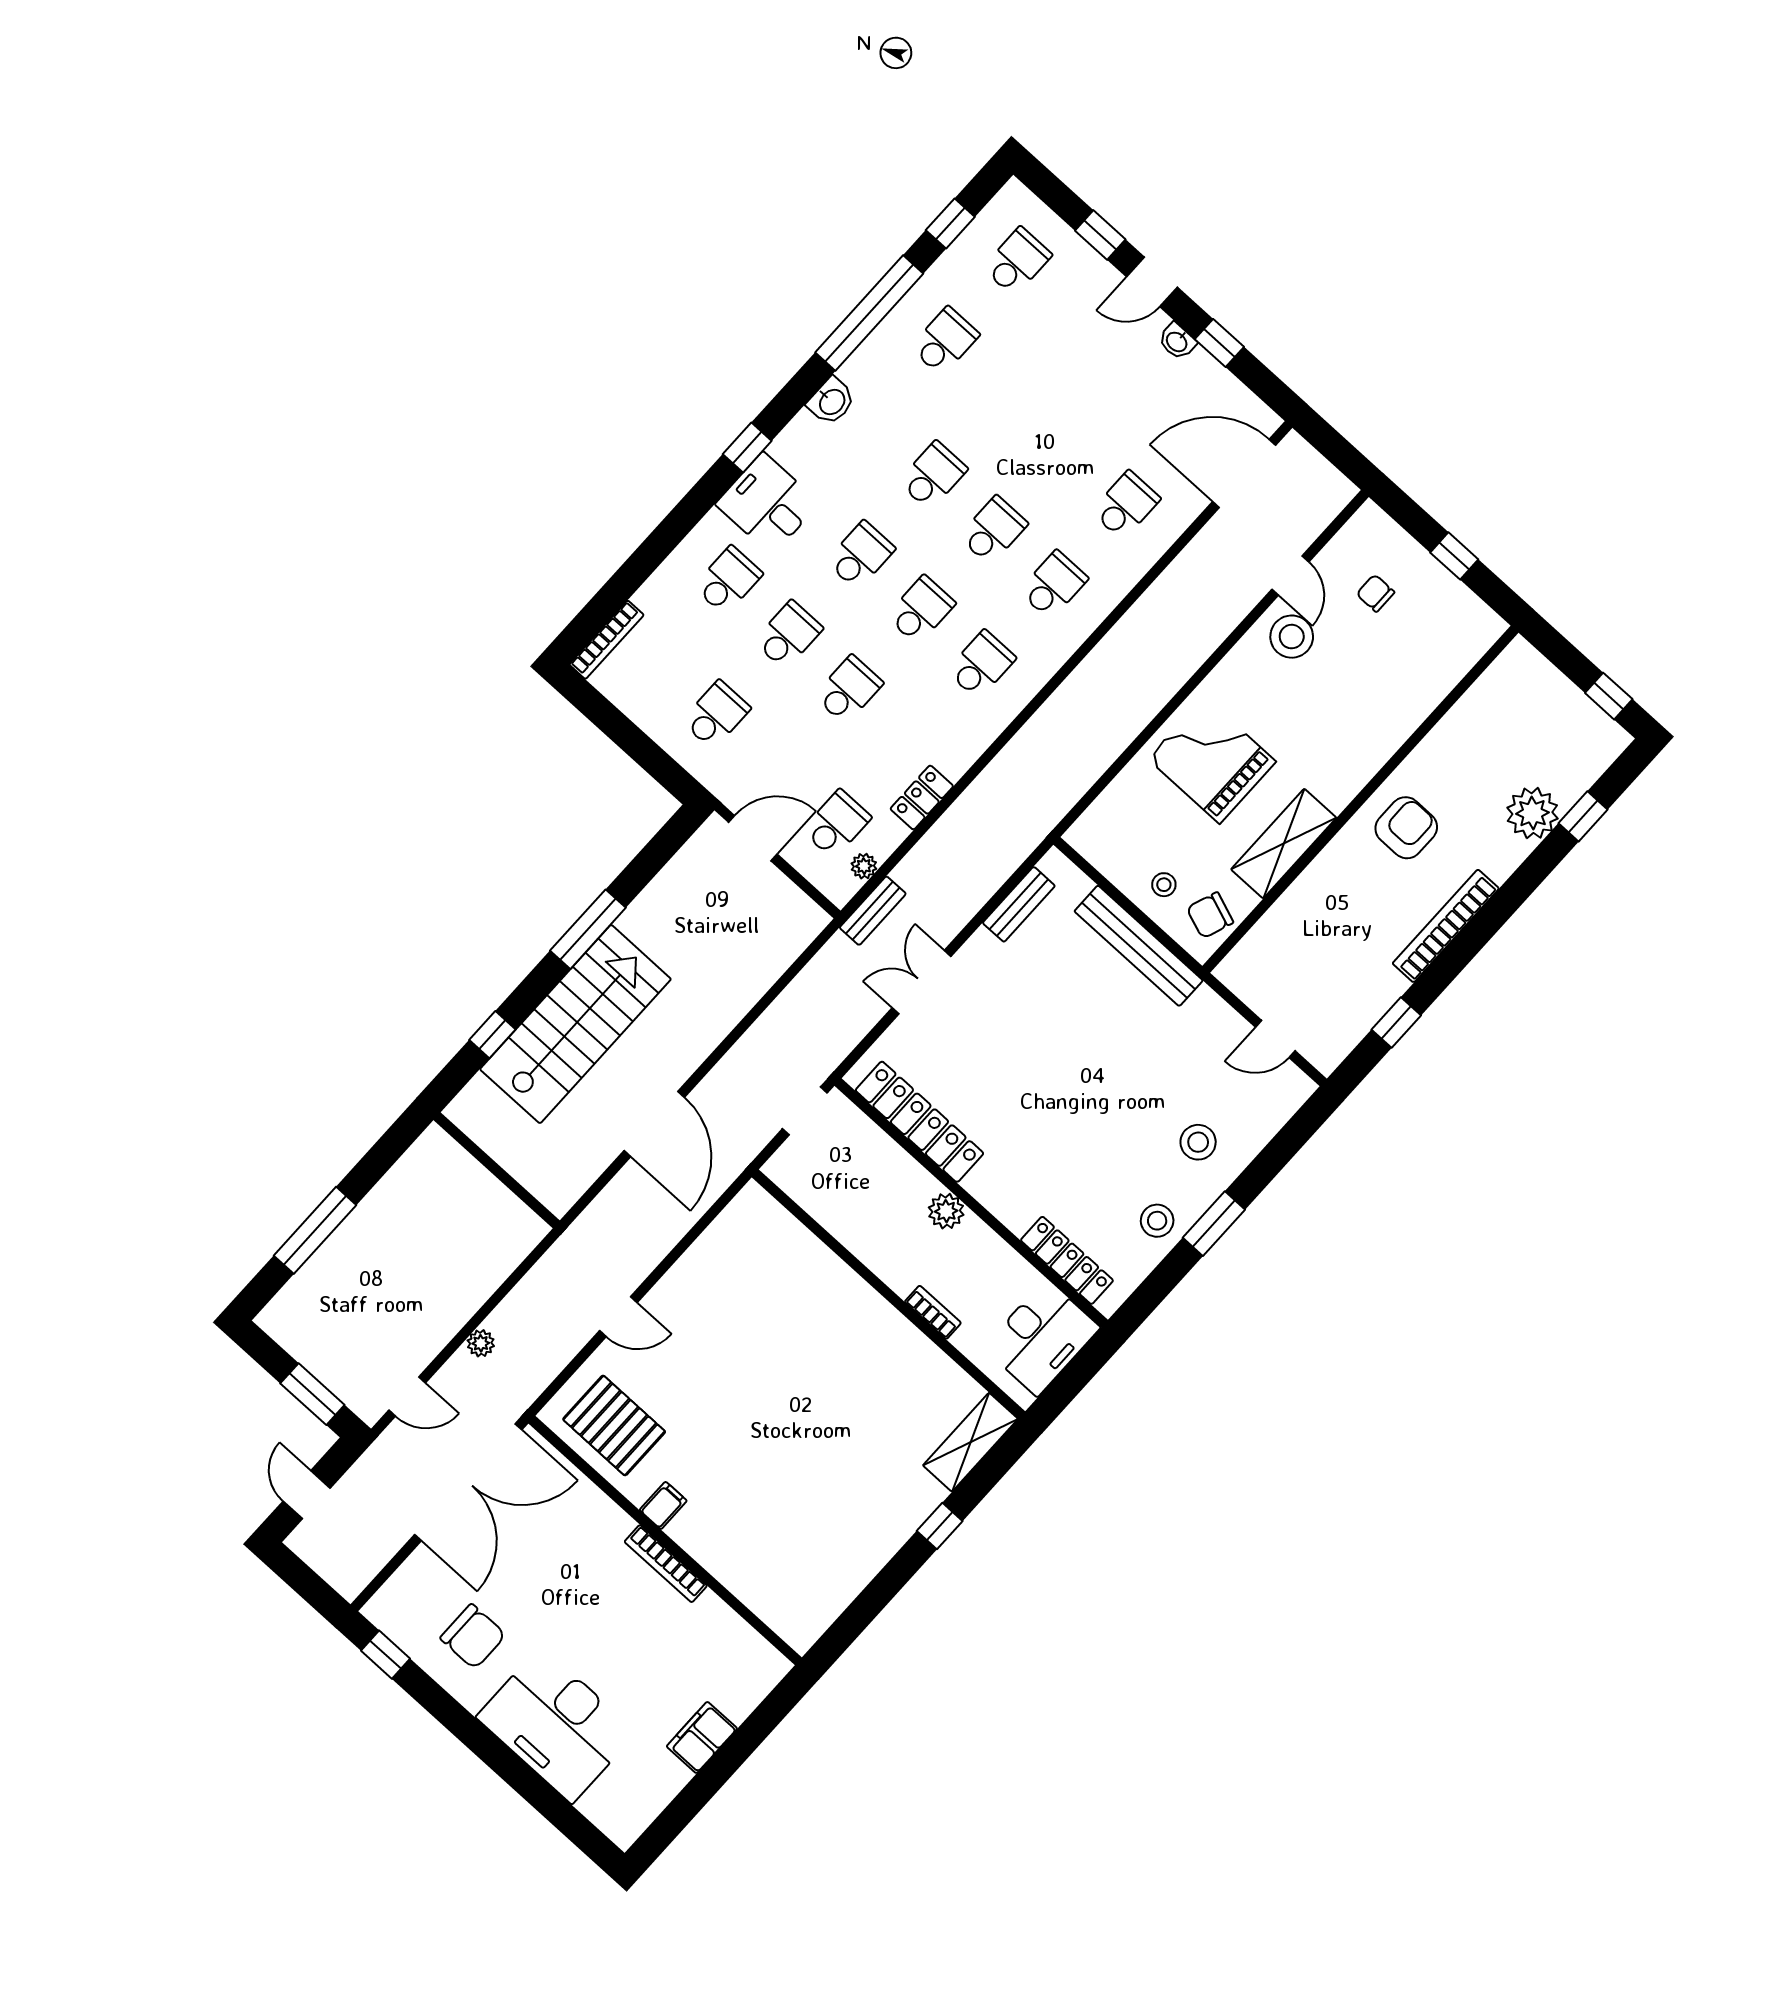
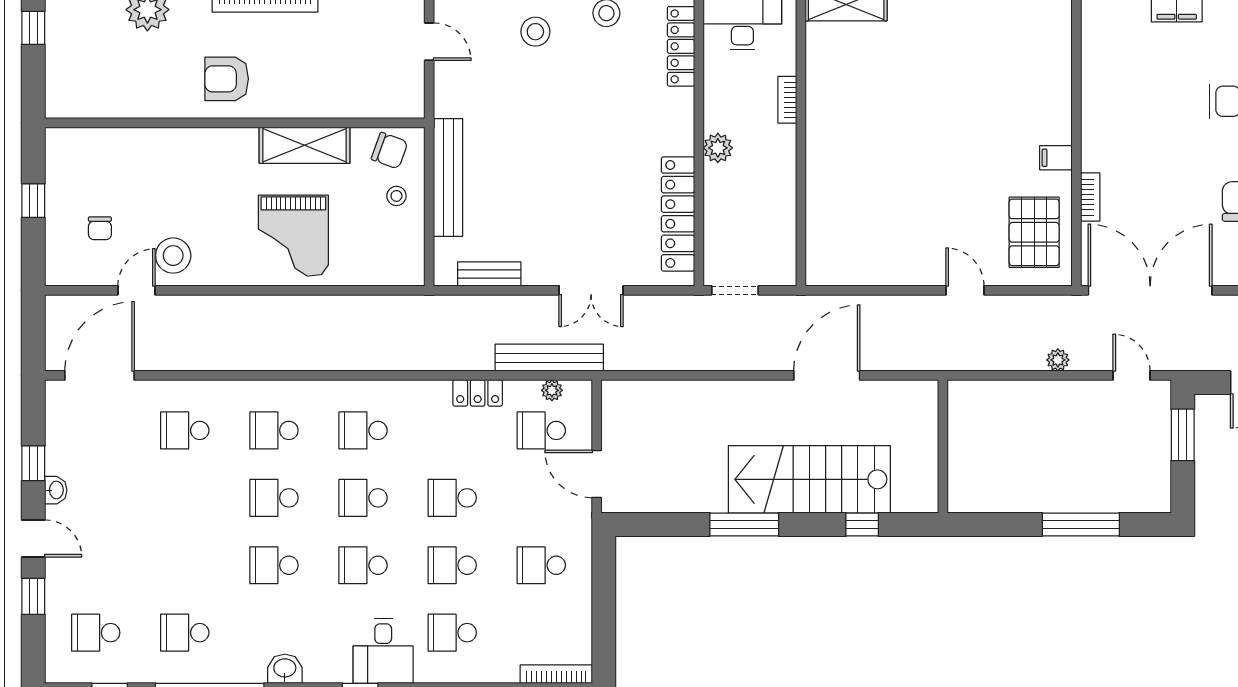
door: (1244, 473) -> (100, 375), swing flipped
bench: (873, 911) -> (549, 358), width x1.86, depth x1.21
bookcase: (666, 1564) -> (1090, 197), moved, width x0.64

